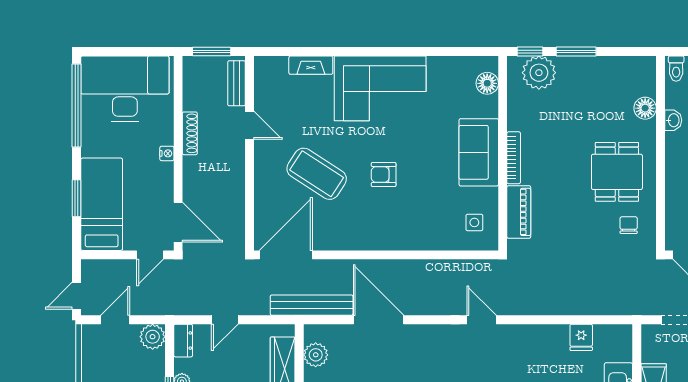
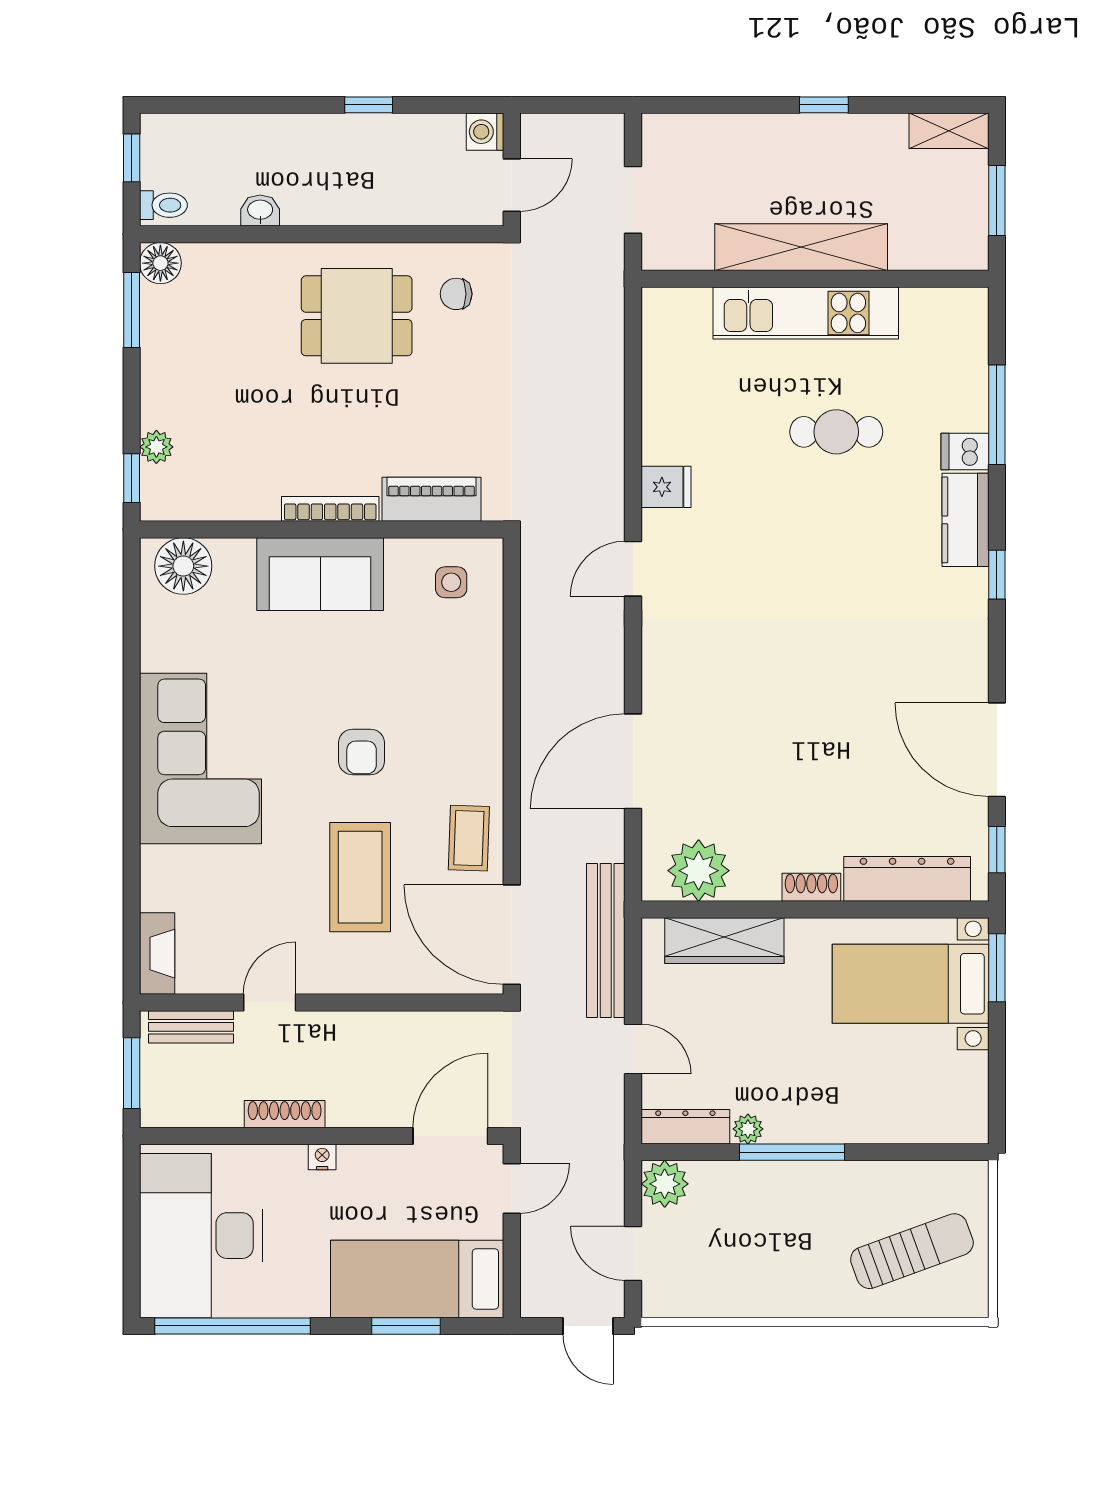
window: (576, 51) -> (132, 310), moved
fireplace: (311, 65) -> (157, 954), moved
plant: (539, 73) -> (156, 447), width x0.53, depth x0.53
floor lamp: (487, 83) -> (183, 566), width x1.38, depth x1.38
floor lamp: (645, 108) -> (160, 263), moved
coffee table: (317, 174) -> (360, 877), turned -33
coffee table: (337, 232) -> (469, 838), added
door: (150, 255) -> (512, 1188), hinge flipped
bench: (312, 305) -> (606, 941), moved
fridge: (581, 337) -> (666, 487), moved
dresser: (183, 341) -> (685, 1127), width x1.44
plant: (316, 355) -> (699, 871), width x1.36, depth x1.36

